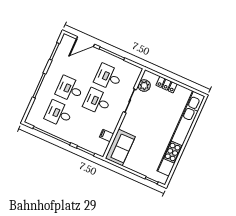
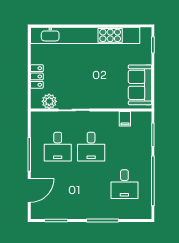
door: (85, 42) -> (29, 190), hinge flipped
desk: (70, 89) -> (91, 184), removed
sofa: (120, 147) -> (140, 85), moved, turned -90

